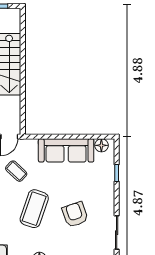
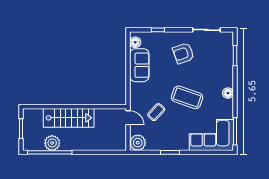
sofa: (66, 150) -> (139, 65), width x0.73
armchair: (75, 214) -> (183, 53), moved

